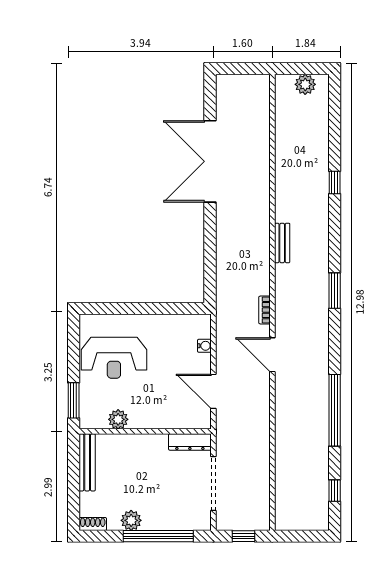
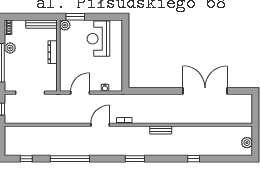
plant: (118, 419) -> (65, 25), moved
dresser: (190, 442) -> (53, 52), moved

